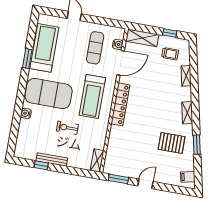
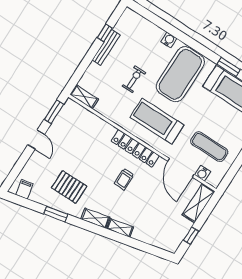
trolley: (170, 54) -> (124, 179), moved
shelving: (186, 76) -> (120, 228), moved
pallet: (172, 143) -> (69, 187), turned 90

